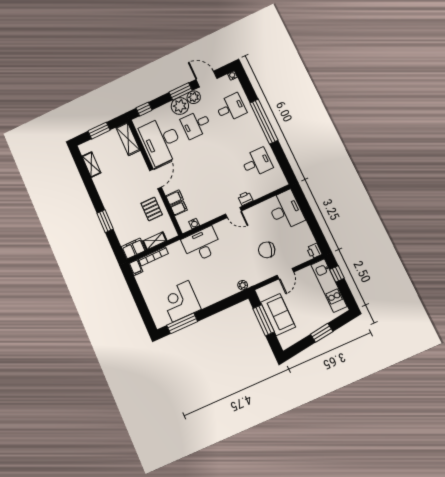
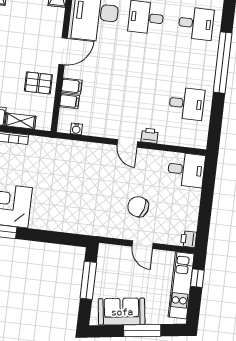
pallet: (152, 209) -> (38, 83), turned 90
desk: (286, 210) -> (186, 170), width x0.73
desk: (202, 245) -> (70, 157), removed
door: (285, 274) -> (143, 245), hinge flipped
plant: (243, 285) -> (89, 229), removed
sofa: (278, 315) -> (122, 312), moved, turned -98
window: (322, 333) -> (142, 331), width x1.44

